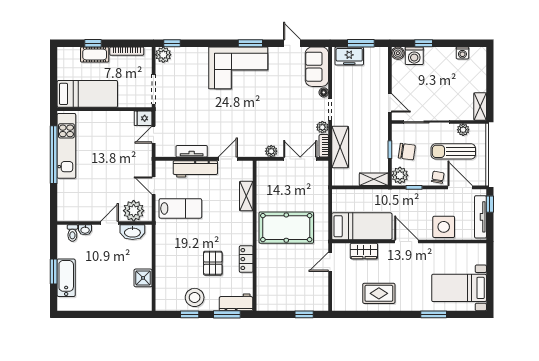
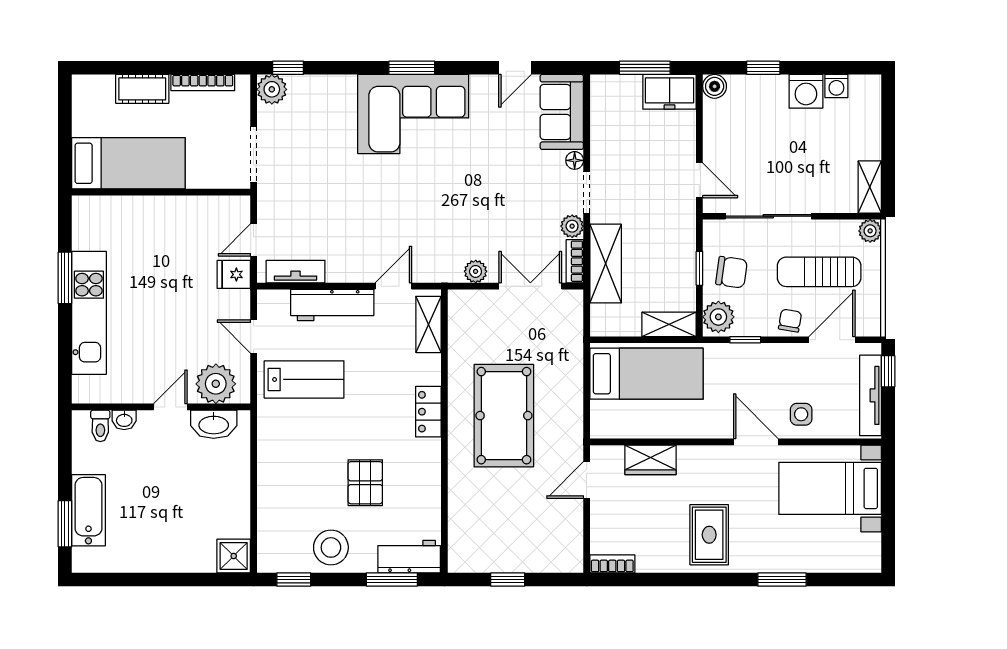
window: (93, 43) -> (139, 68), removed
window: (250, 43) -> (412, 68), moved
door: (292, 43) -> (515, 68), swing flipped
freezer: (349, 56) -> (670, 92), moved
washing machine: (414, 56) -> (806, 91), moved
fridge: (143, 118) -> (234, 274), moved
plant: (463, 130) -> (870, 231), moved
kitchen unit: (66, 146) -> (89, 313), moved
tv unit: (192, 151) -> (296, 272), moved
window: (54, 155) -> (65, 278), width x0.47
door: (460, 187) -> (832, 340), hinge flipped
shelving: (246, 196) -> (428, 324), moved
bed: (362, 226) -> (647, 374), moved
side table: (444, 227) -> (801, 414), width x0.54, depth x0.54
pool table: (286, 228) -> (504, 416), turned 90
door: (406, 241) -> (756, 442), moved
locker: (246, 259) -> (428, 412), moved
window: (54, 271) -> (65, 524), moved
shower: (143, 278) -> (234, 556), moved
bed with nightstands: (459, 288) -> (830, 488), moved
rug: (379, 293) -> (709, 535), moved, turned 90
bookcase: (344, 306) -> (612, 564), added
window: (190, 314) -> (294, 580), moved
window: (304, 314) -> (508, 580), moved

